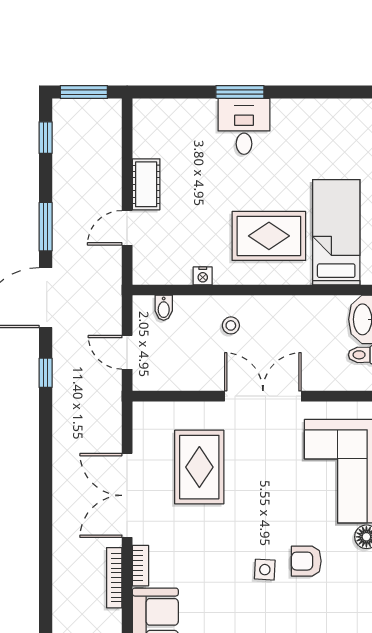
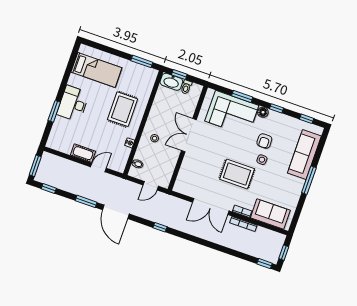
window: (240, 92) -> (54, 111), moved
desk: (244, 126) -> (73, 104), width x1.37
door: (127, 228) -> (98, 167), swing flipped
bed: (336, 232) -> (96, 70), moved, turned 180
window: (46, 373) -> (160, 227), moved
rug: (199, 467) -> (237, 174), moved

